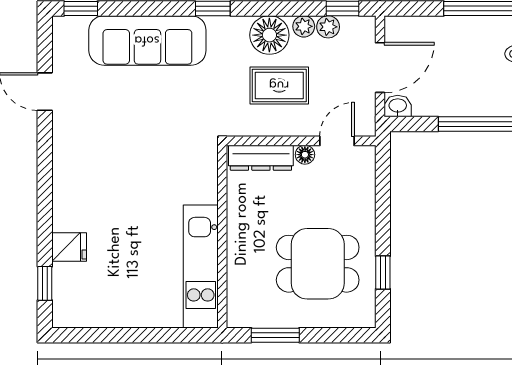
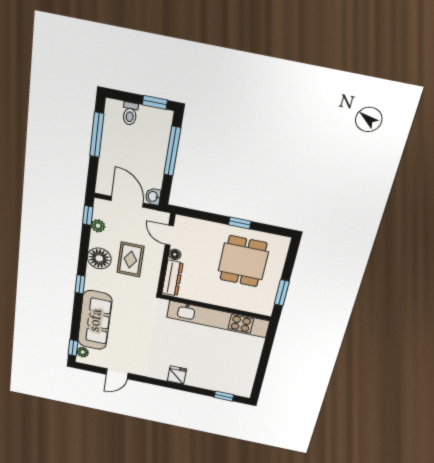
plant: (304, 26) -> (83, 352), moved
fridge: (69, 247) -> (177, 375), moved
kitchen unit: (201, 267) -> (218, 319), width x1.36
window: (383, 272) -> (240, 223), moved

